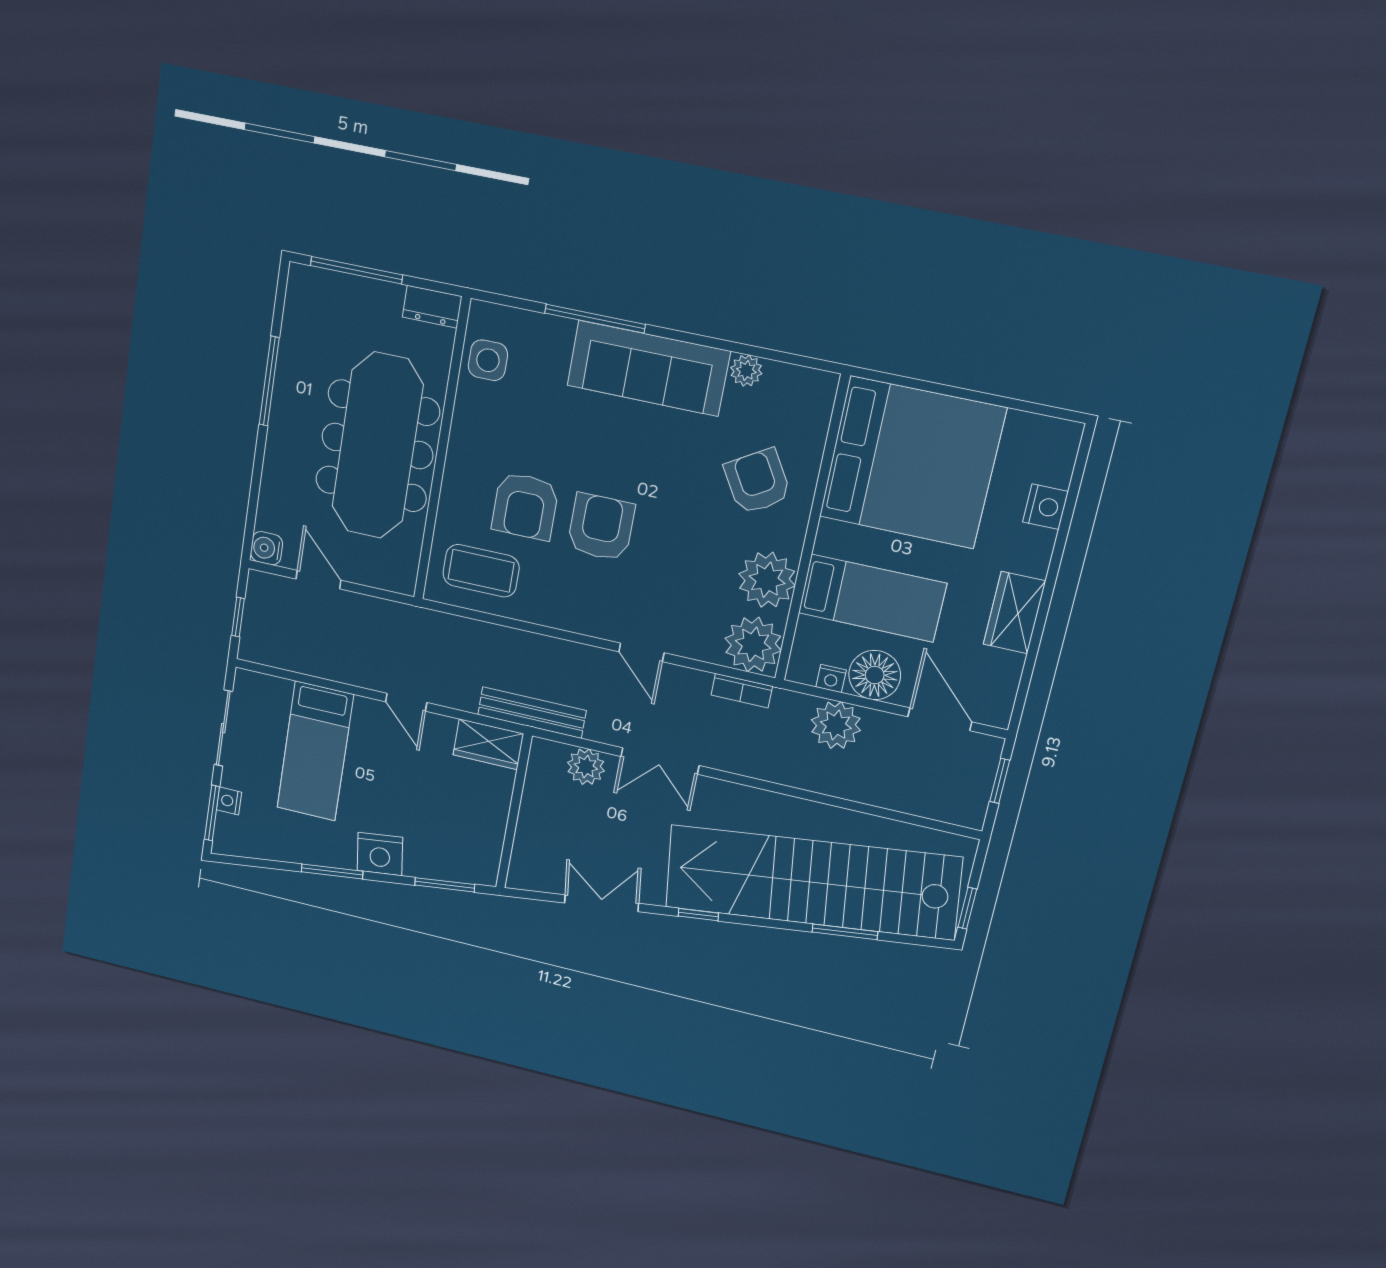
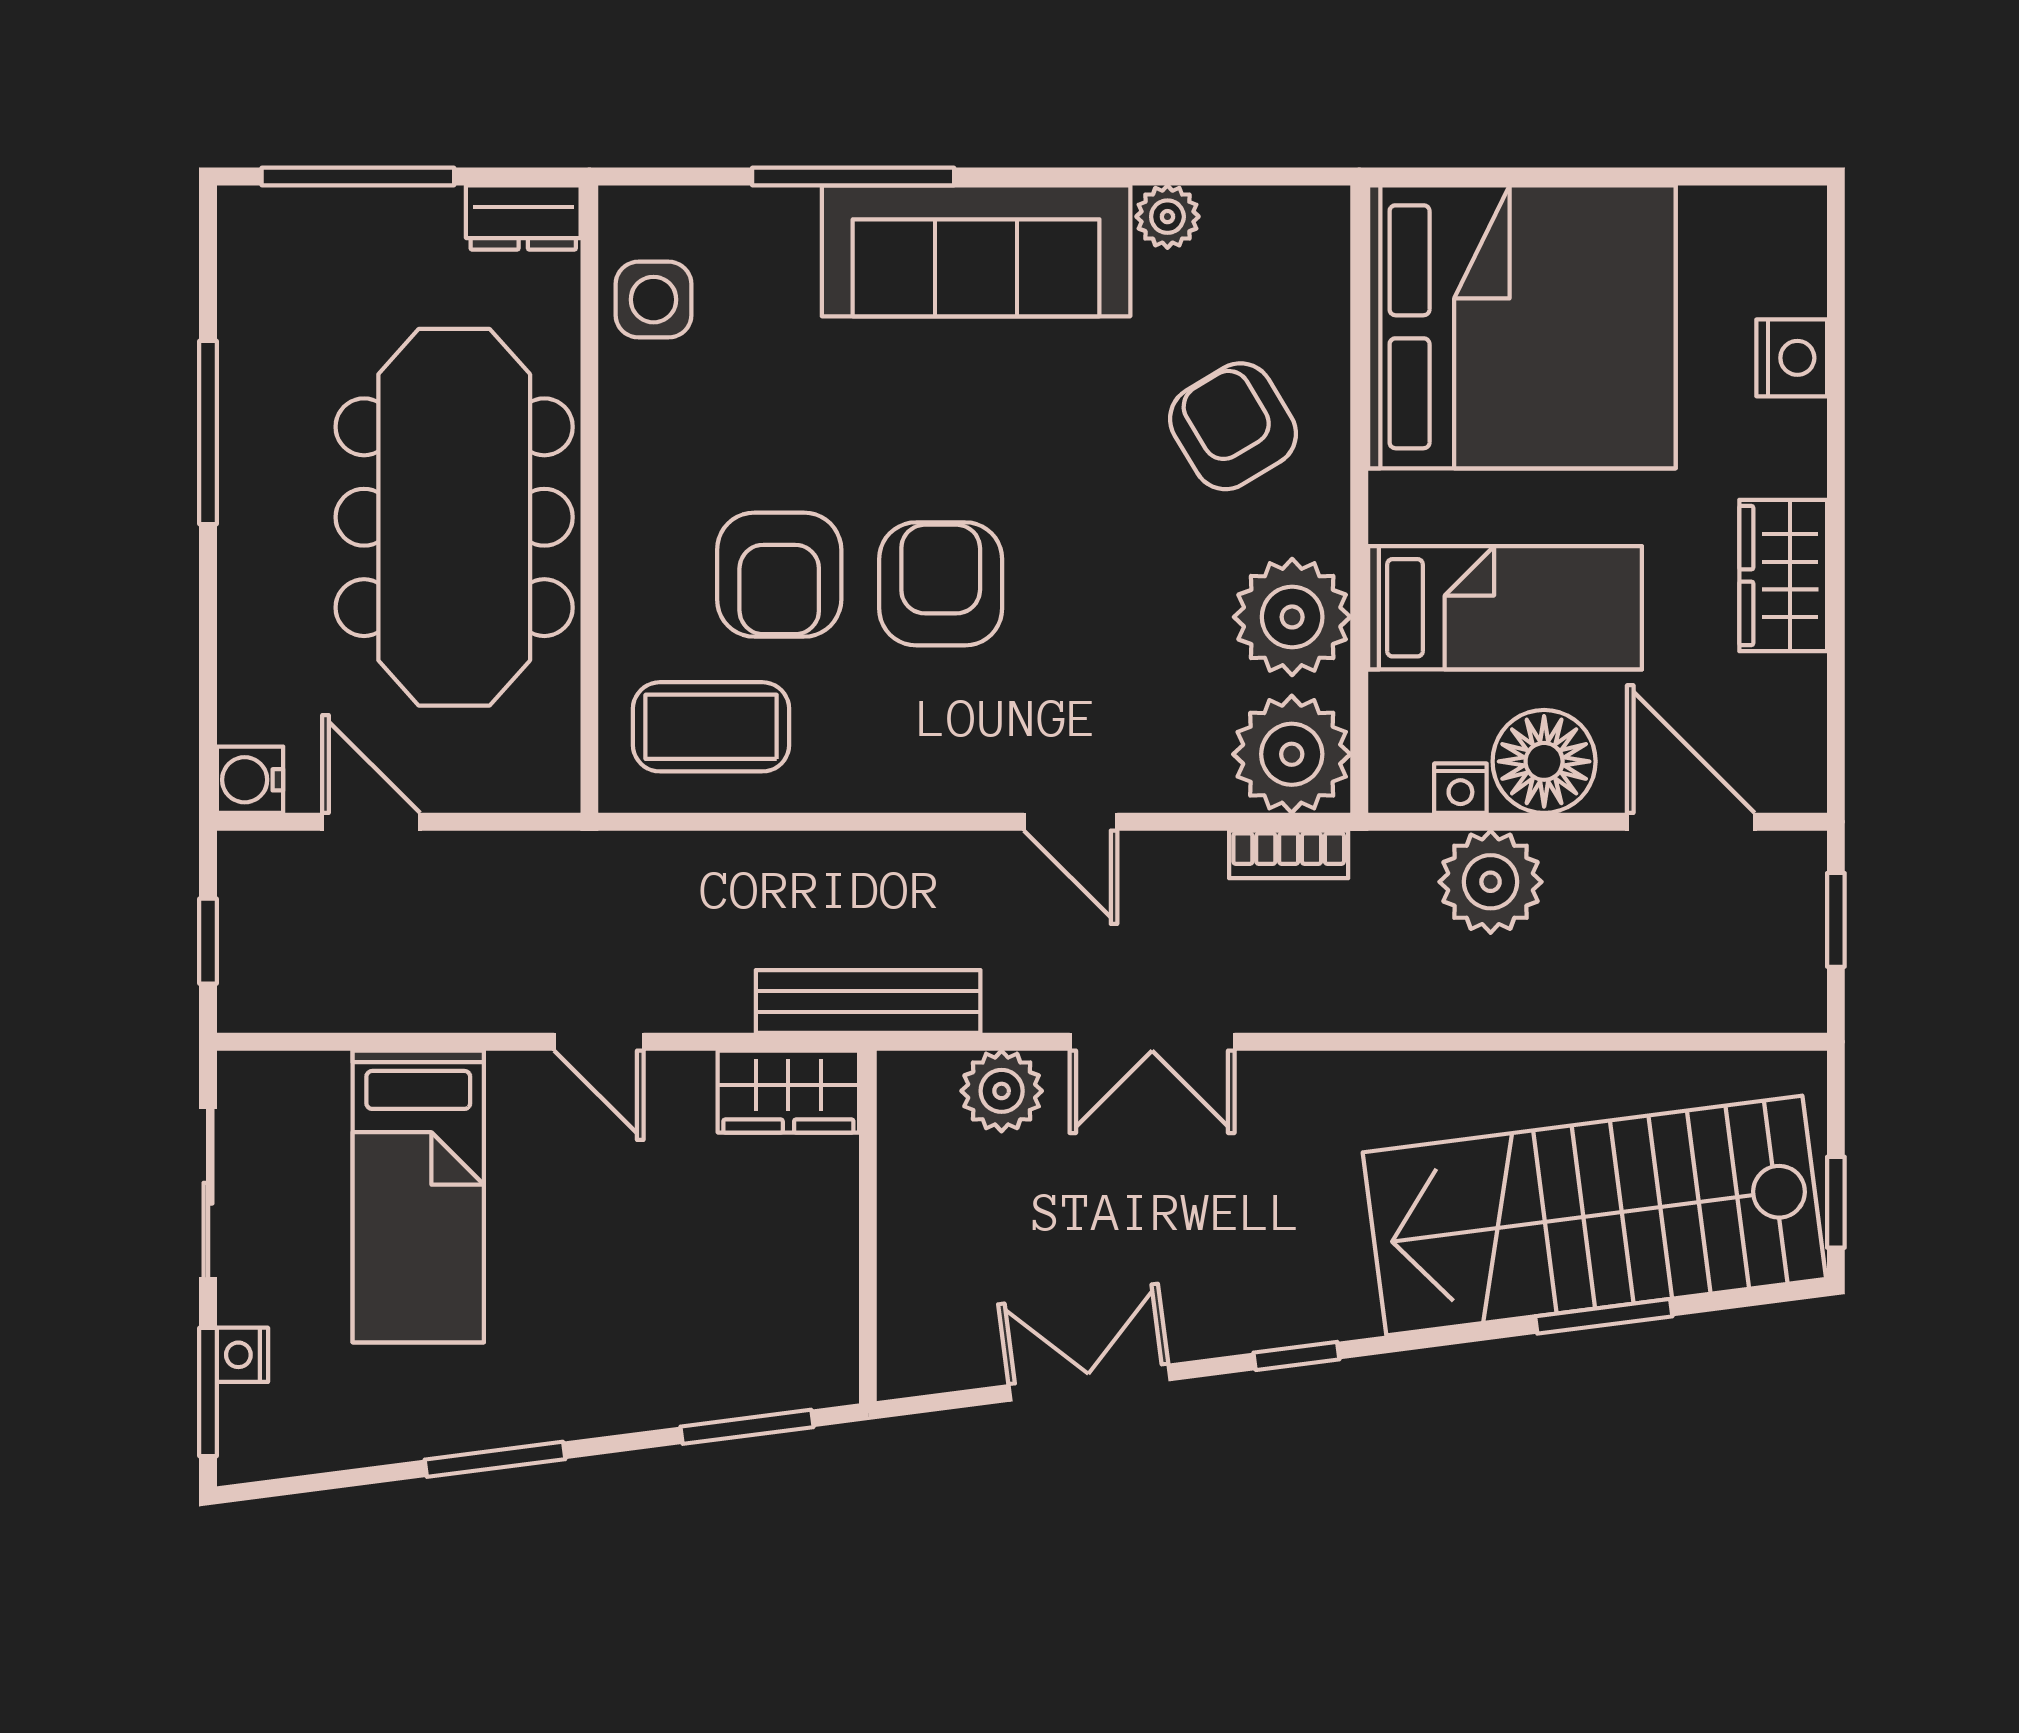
nightstand: (380, 854) -> (594, 1393), removed
stairs: (812, 882) -> (1594, 1216), width x0.73

